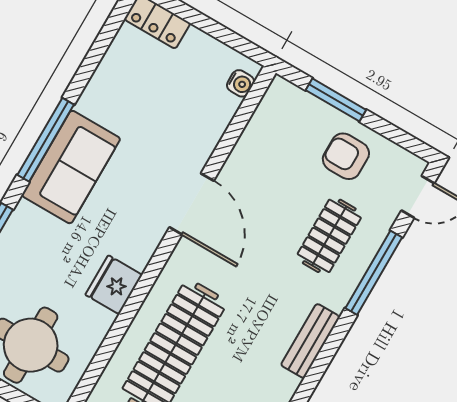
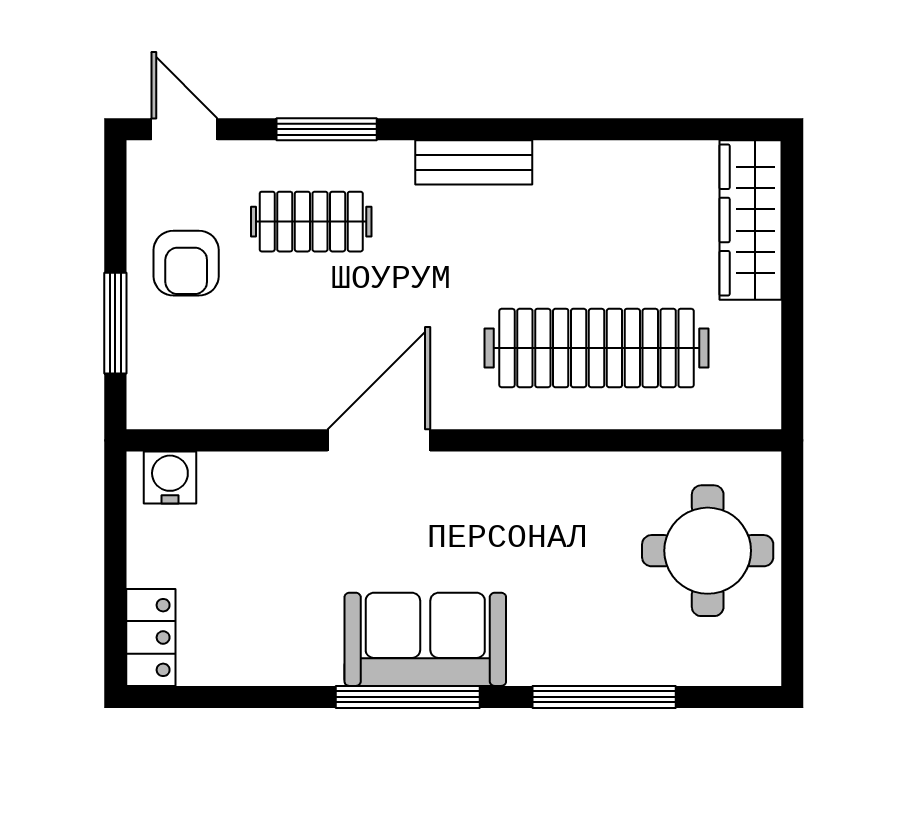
water cooler: (240, 83) -> (170, 477), width x1.38, depth x1.38
window: (374, 273) -> (327, 129), width x0.69
fridge: (114, 285) -> (555, 483), removed

